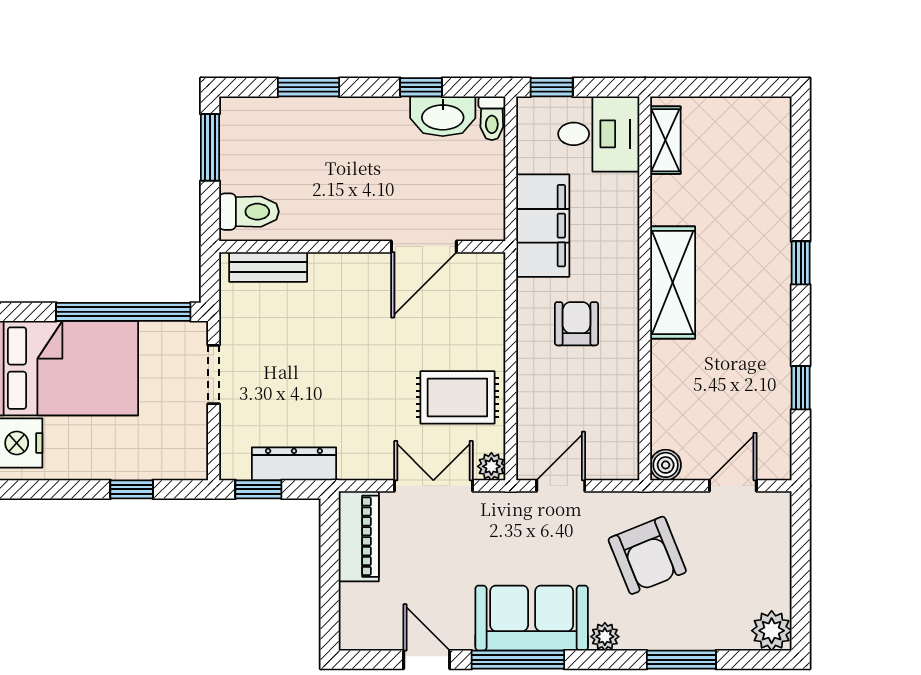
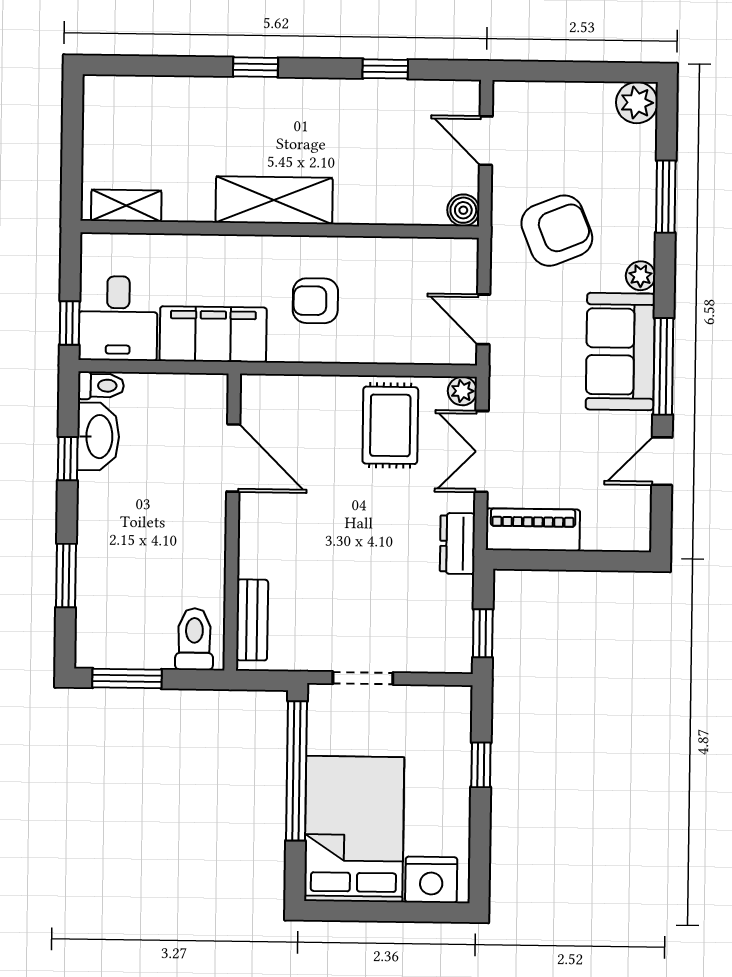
desk: (599, 134) -> (118, 318), moved, turned 180
dresser: (294, 464) -> (457, 544), moved, width x0.70

